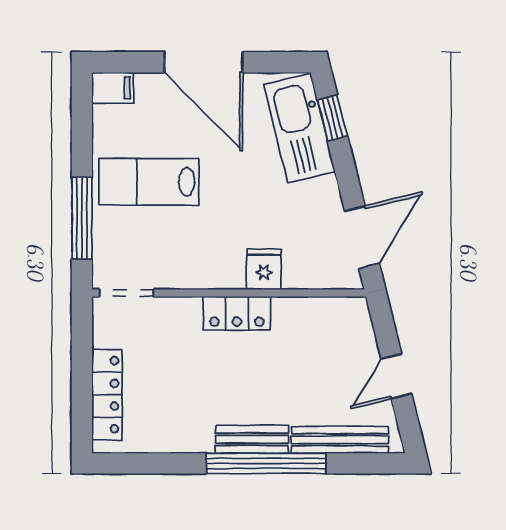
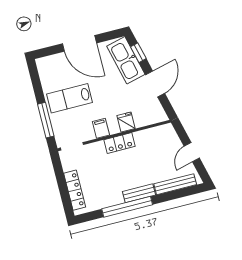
filing cabinet: (113, 88) -> (101, 128), moved, turned -90
door: (362, 237) -> (155, 84), moved
window: (266, 463) -> (127, 207), moved

